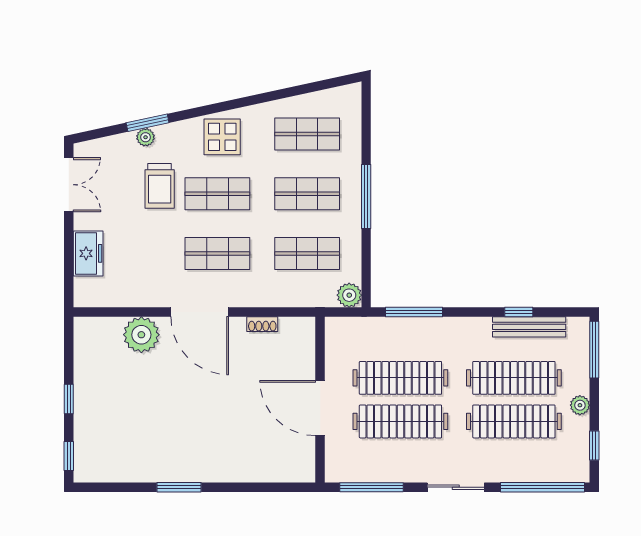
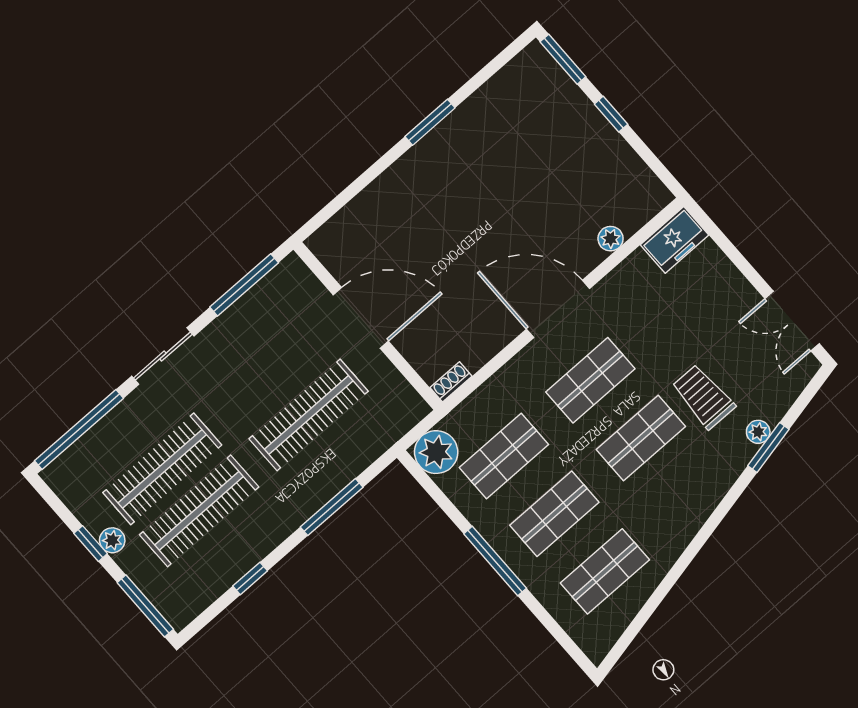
display table: (222, 137) -> (684, 497), removed
freezer: (88, 253) -> (675, 240), moved, turned -90
plant: (349, 295) -> (436, 452), width x1.36, depth x1.36
window: (414, 312) -> (332, 507), moved
shoe rack: (262, 324) -> (451, 382), moved
bench: (529, 327) -> (228, 573), removed
plant: (141, 335) -> (611, 239), width x0.53, depth x0.53
clothes rail: (400, 421) -> (272, 373), removed
window: (594, 446) -> (91, 544), moved
window: (69, 456) -> (563, 59), width x1.50

